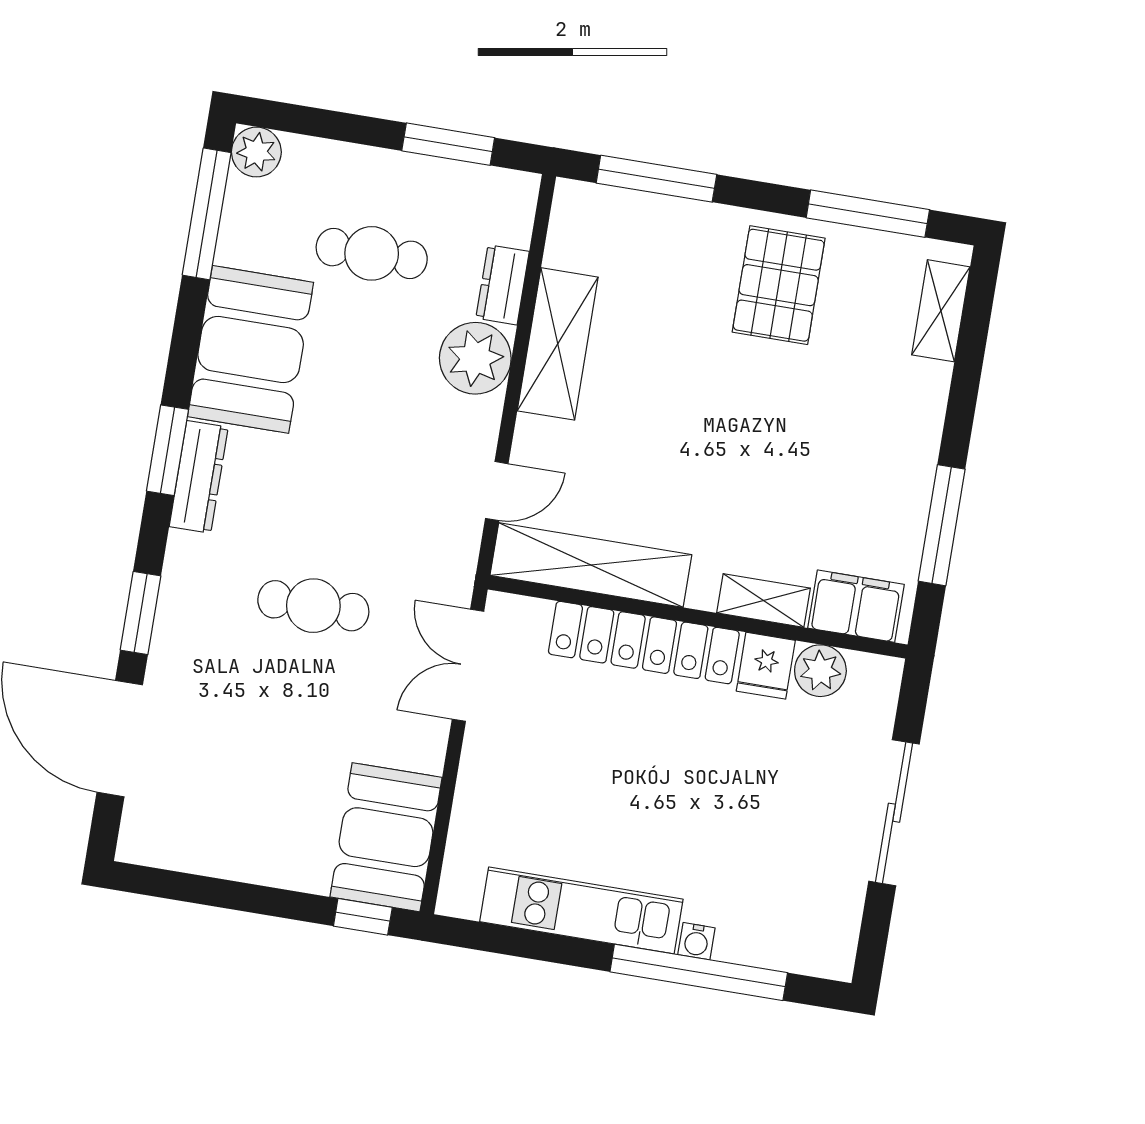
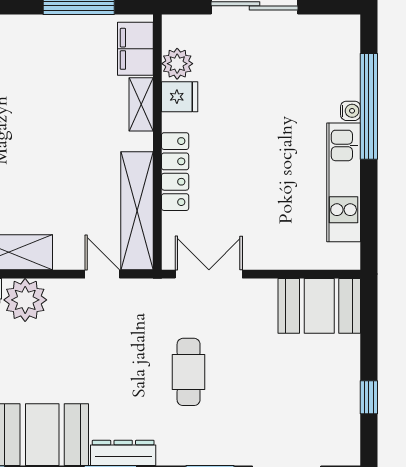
locker: (644, 643) -> (175, 172), width x0.71, depth x0.83
double door: (468, 665) -> (209, 274), swing flipped
window: (363, 917) -> (369, 397), moved

